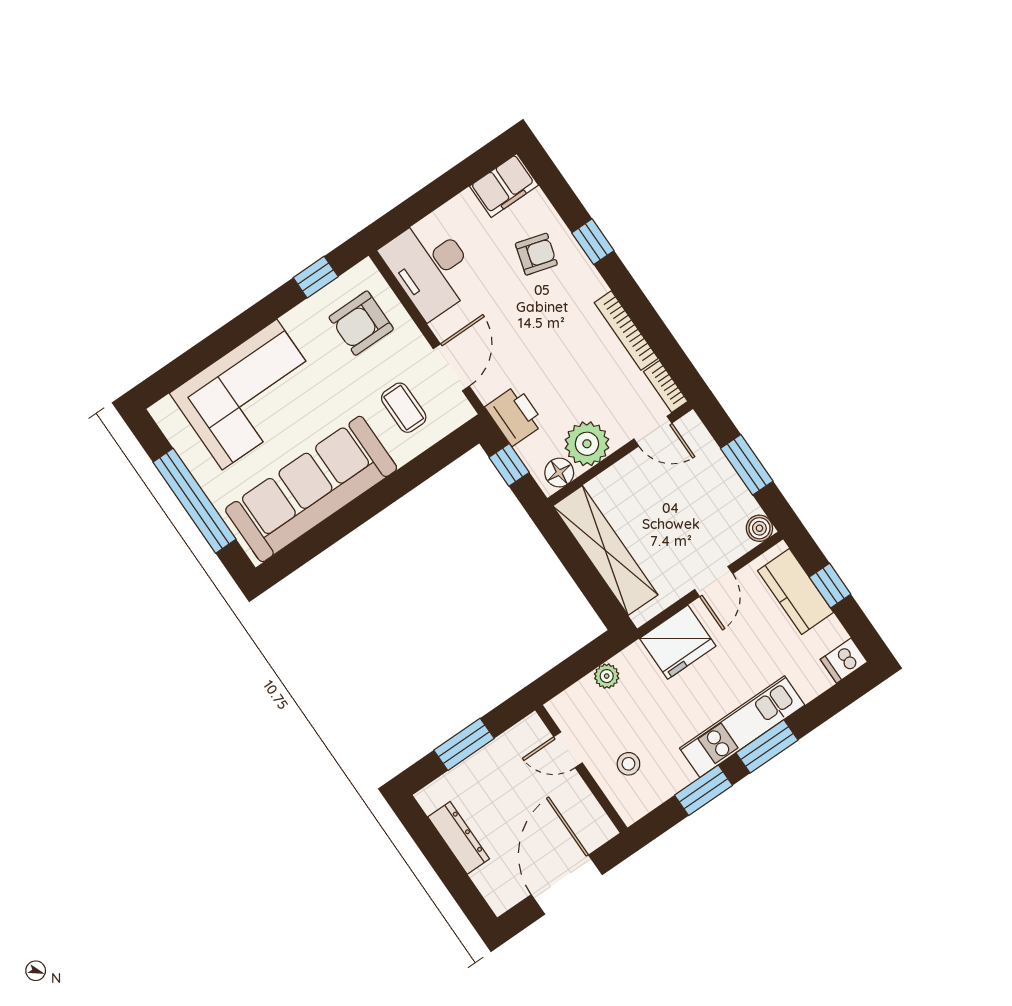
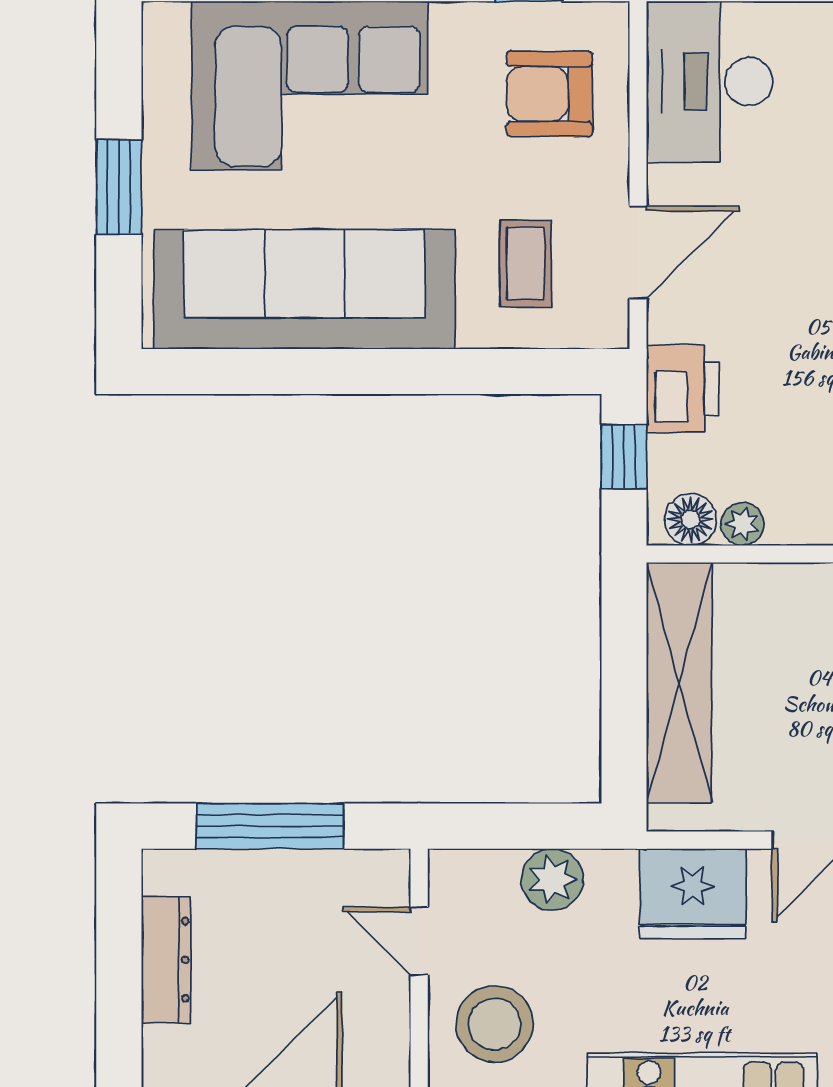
plant: (587, 444) -> (743, 524), width x0.53, depth x0.53
window: (194, 501) -> (119, 187), width x0.47
plant: (607, 676) -> (552, 879), width x1.38, depth x1.38
window: (464, 744) -> (270, 826), width x1.44
stool: (628, 764) -> (495, 1024), width x1.89, depth x1.89

